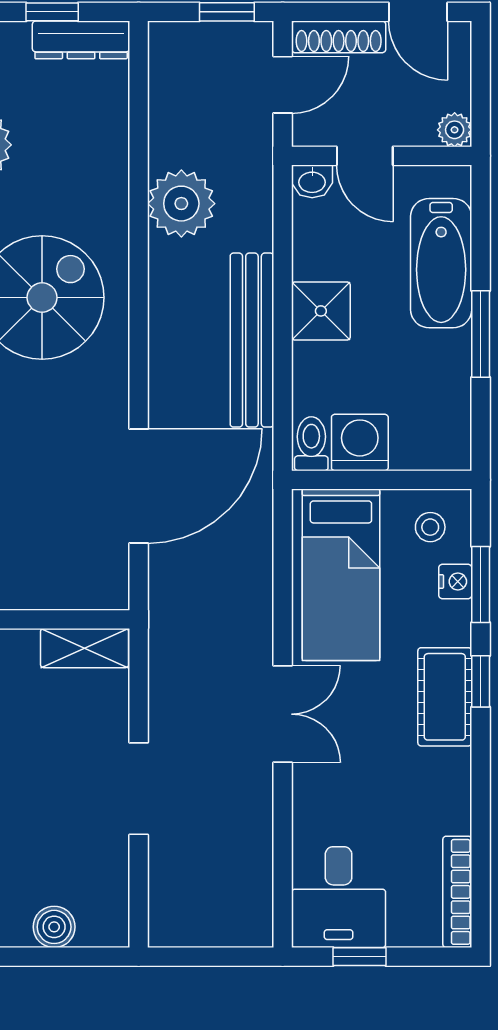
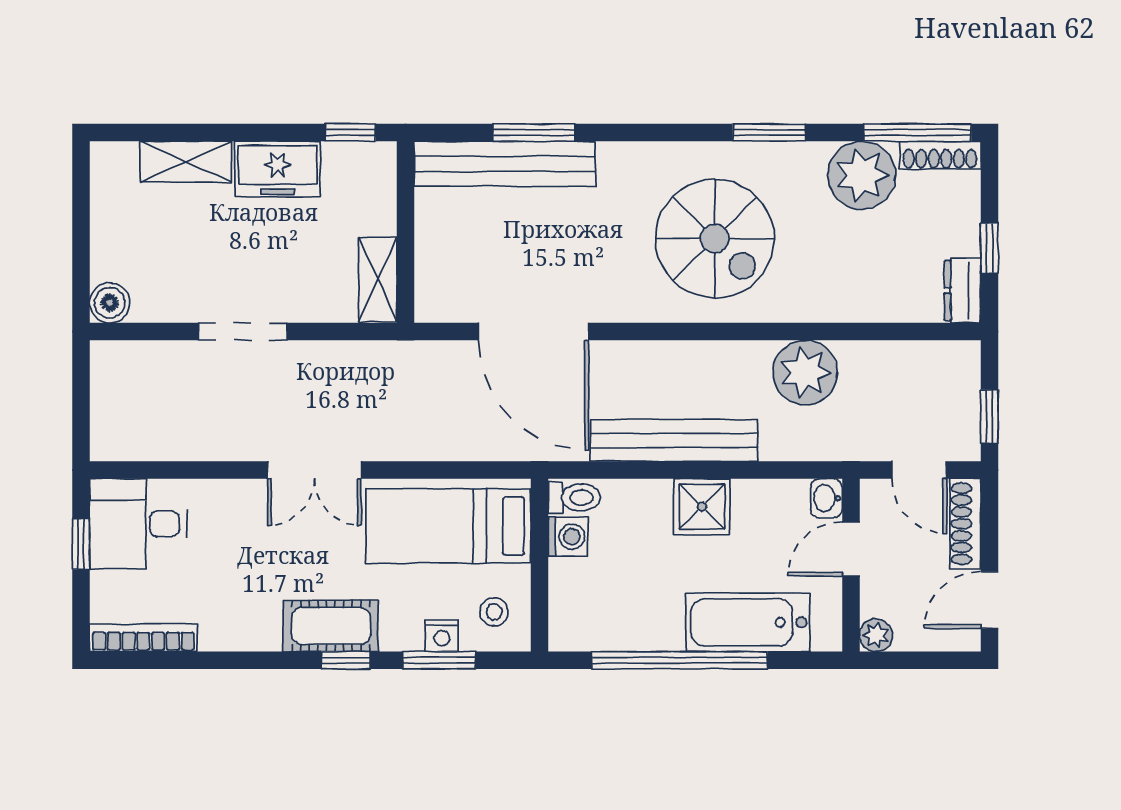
dresser: (81, 40) -> (963, 290), width x0.70
window: (481, 334) -> (680, 660), width x2.11
washing machine: (360, 442) -> (568, 537), width x0.73, depth x0.73
boiler: (54, 927) -> (110, 303), moved

